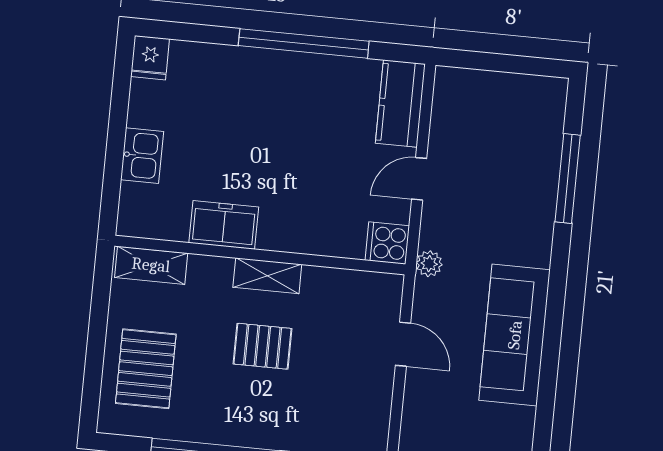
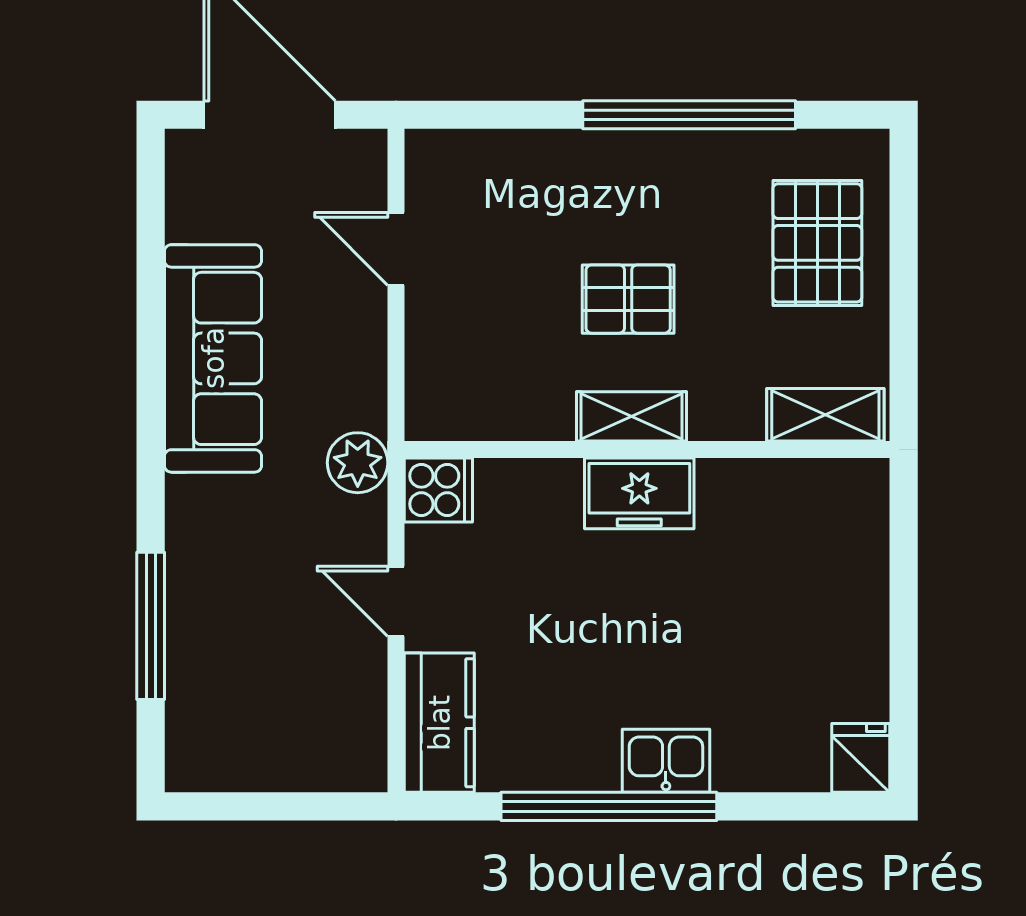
kitchen sink: (142, 156) -> (666, 761), moved, turned 90
door: (419, 179) -> (396, 601), swing flipped
freezer: (224, 225) -> (639, 493), moved
plant: (429, 264) -> (358, 463), width x1.38, depth x1.38
door: (403, 344) -> (396, 249), moved

